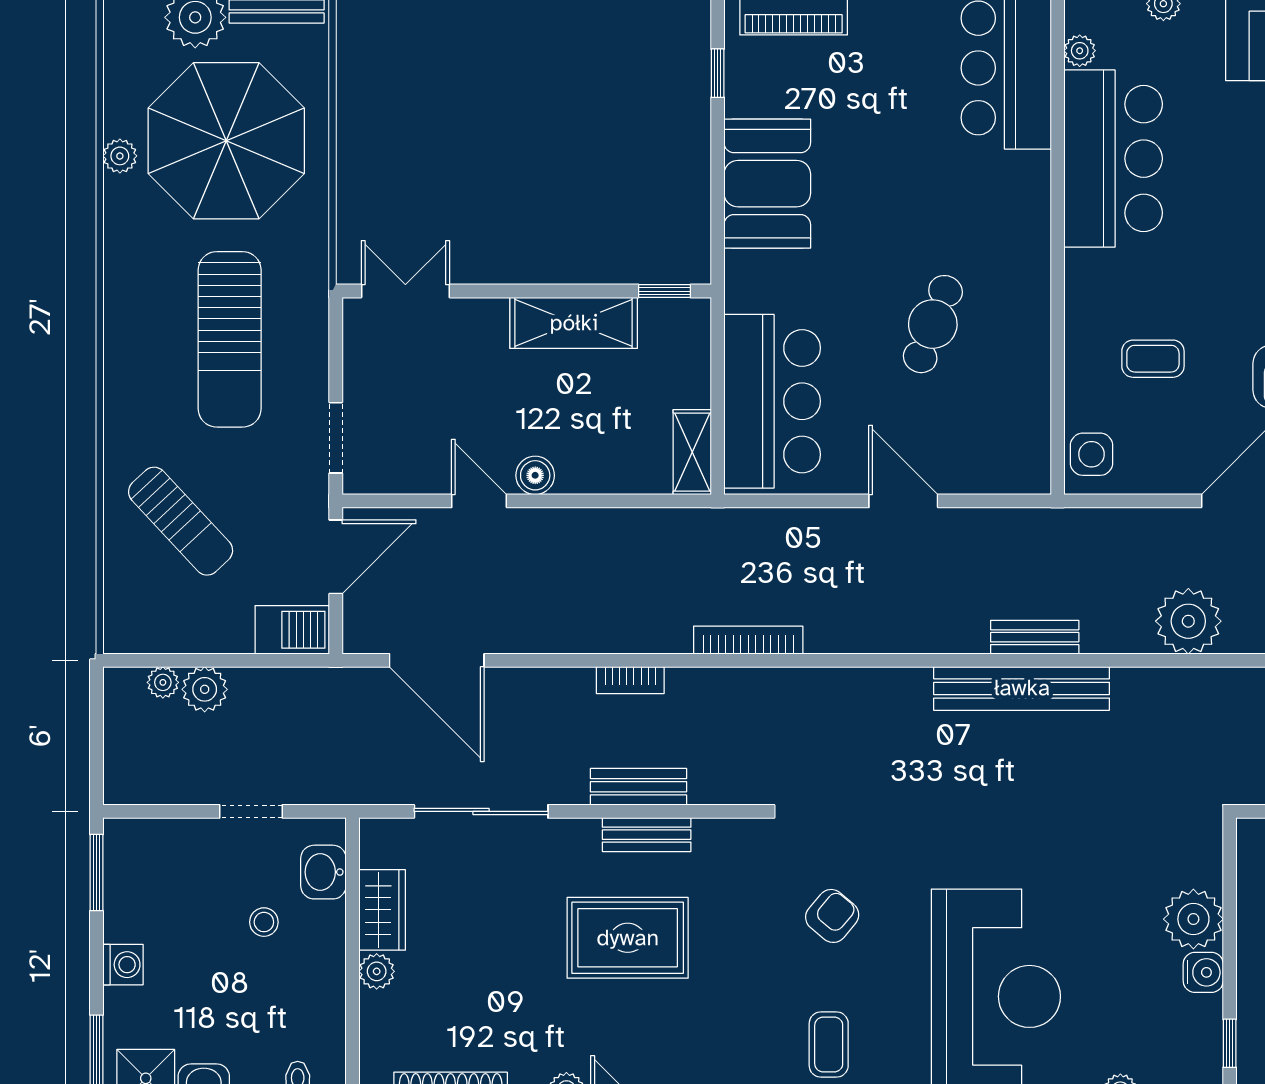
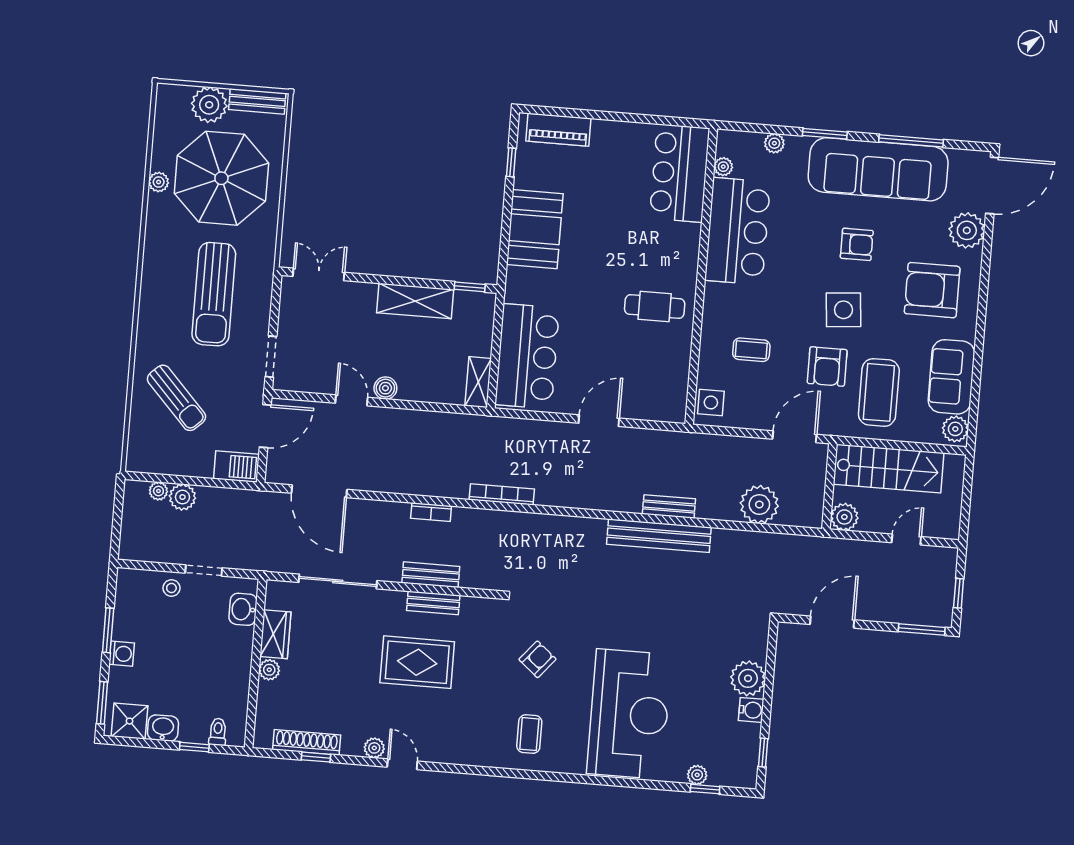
cafe table: (933, 324) -> (655, 306), moved, turned 69
door: (903, 501) -> (599, 421), hinge flipped
window: (97, 873) -> (108, 630), moved
stool: (264, 922) -> (171, 588), moved

